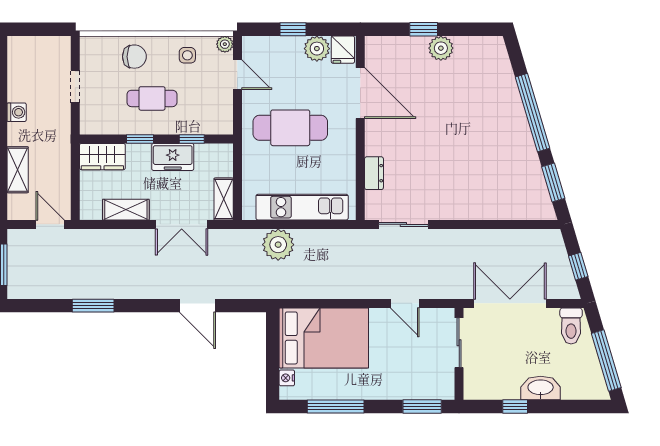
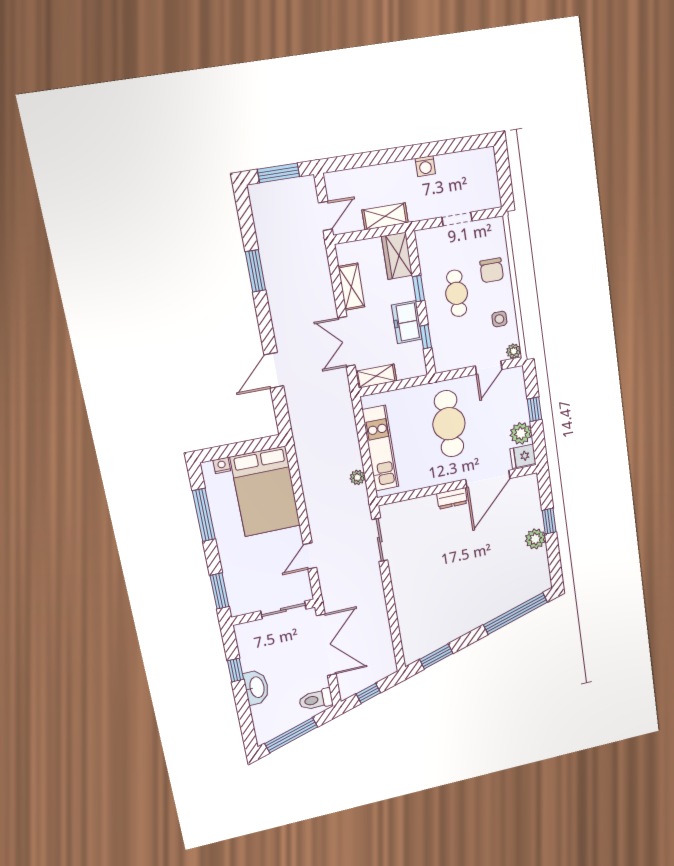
window: (533, 113) -> (516, 613), moved
shelving: (18, 170) -> (385, 216), moved
dresser: (374, 173) -> (452, 498), moved
plant: (278, 245) -> (357, 477), moved, width x0.53, depth x0.53

